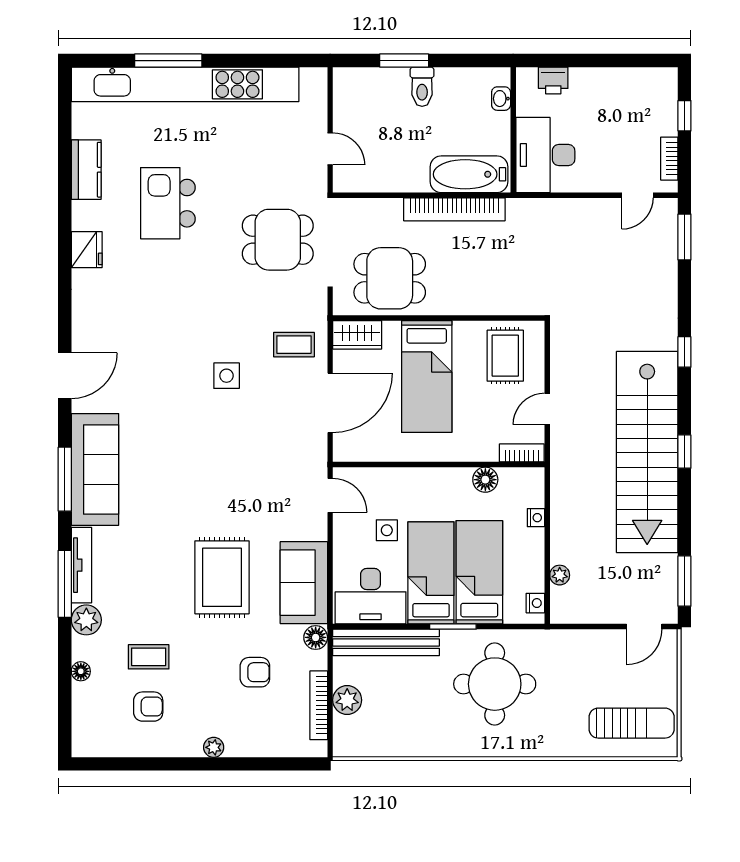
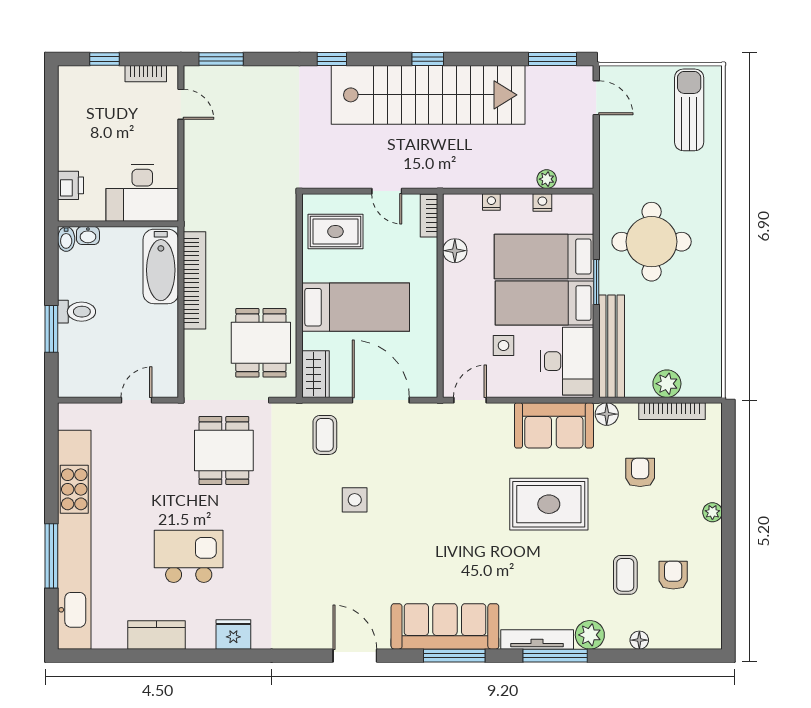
bidet: (498, 76) -> (66, 239), added
kitchen island: (168, 203) -> (189, 556), turned 180
nightstand: (535, 603) -> (542, 203), moved

